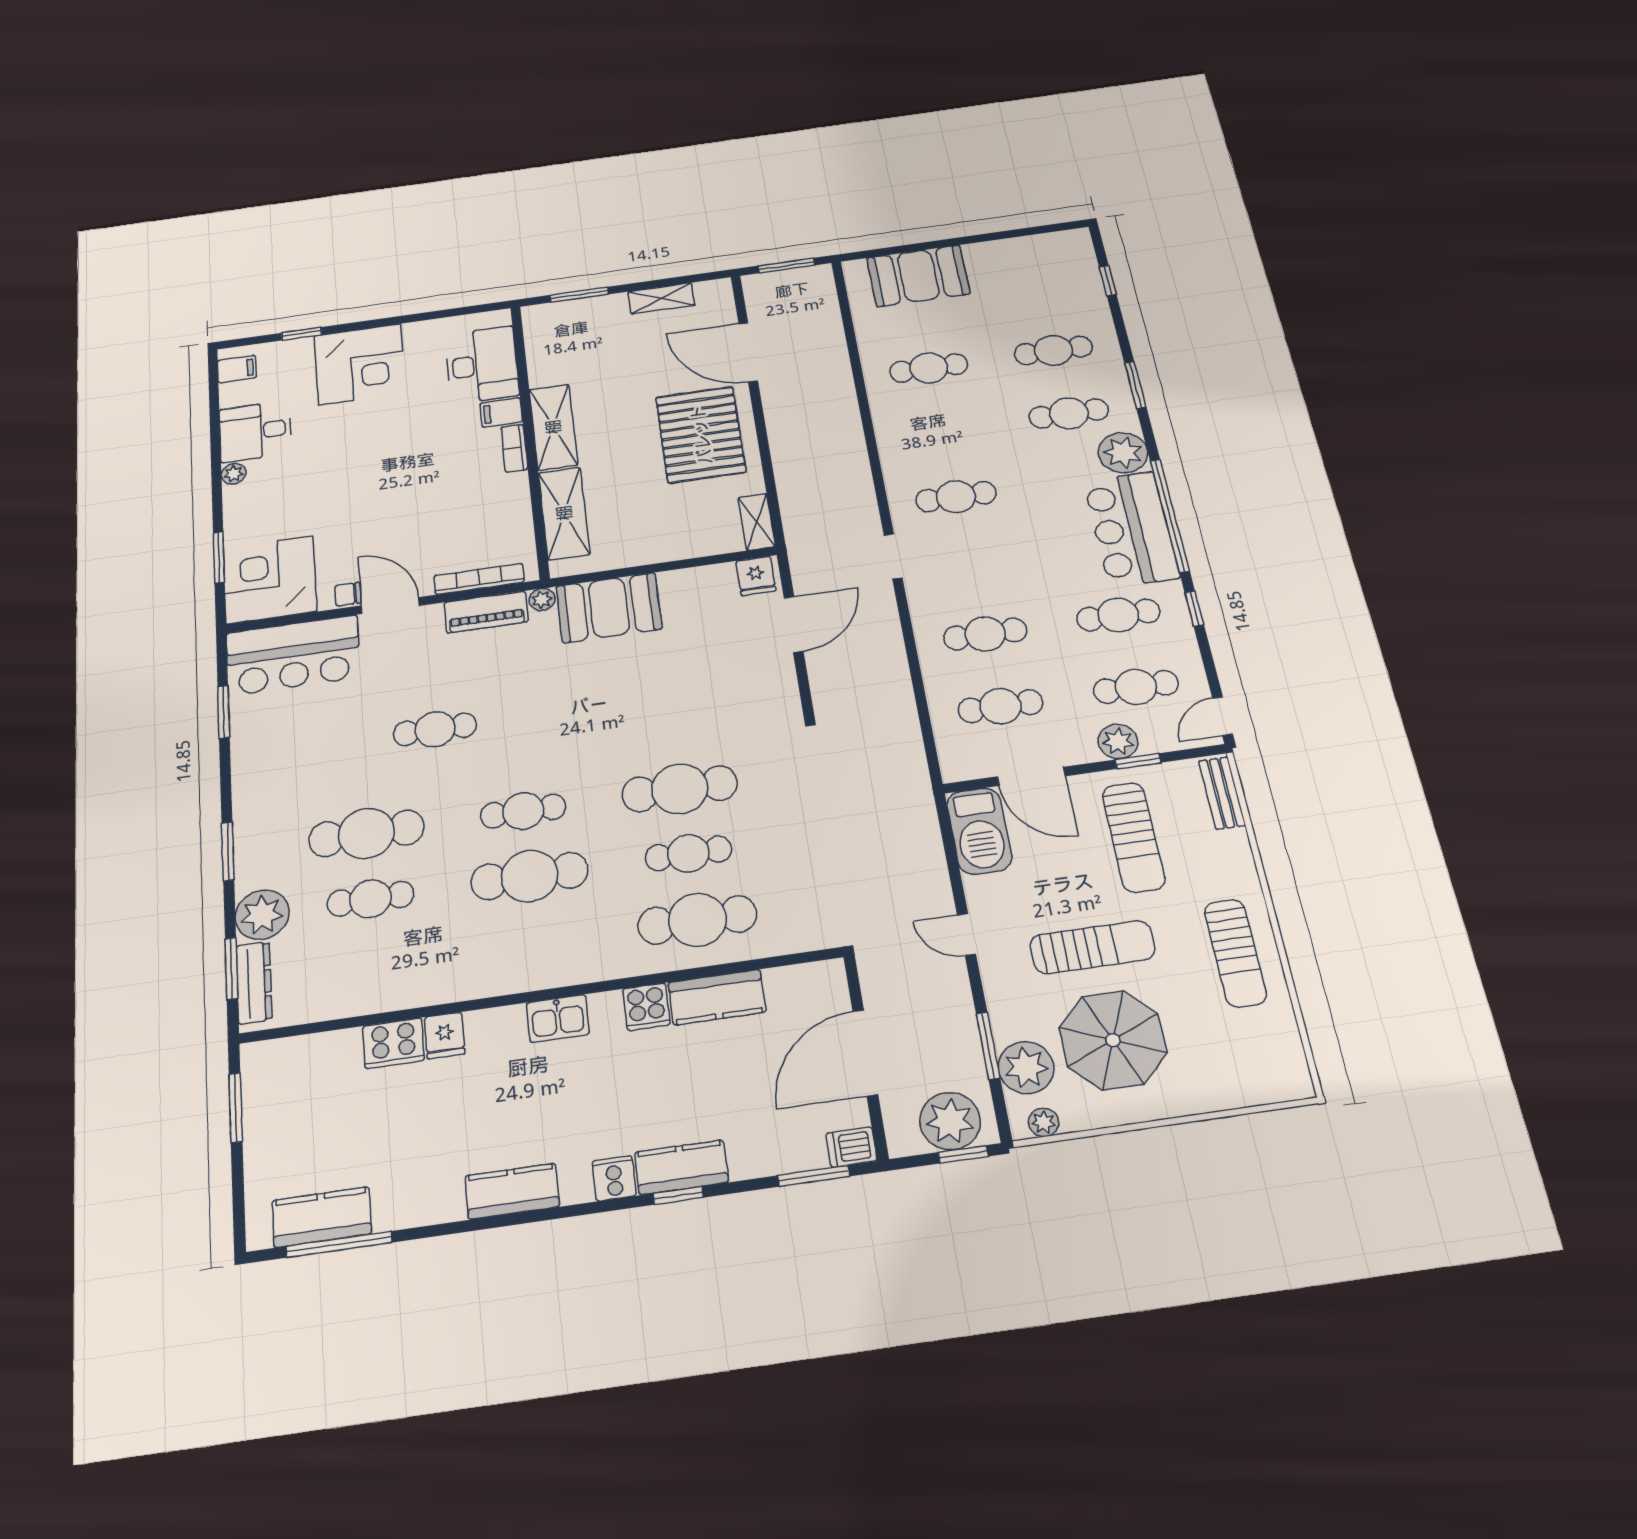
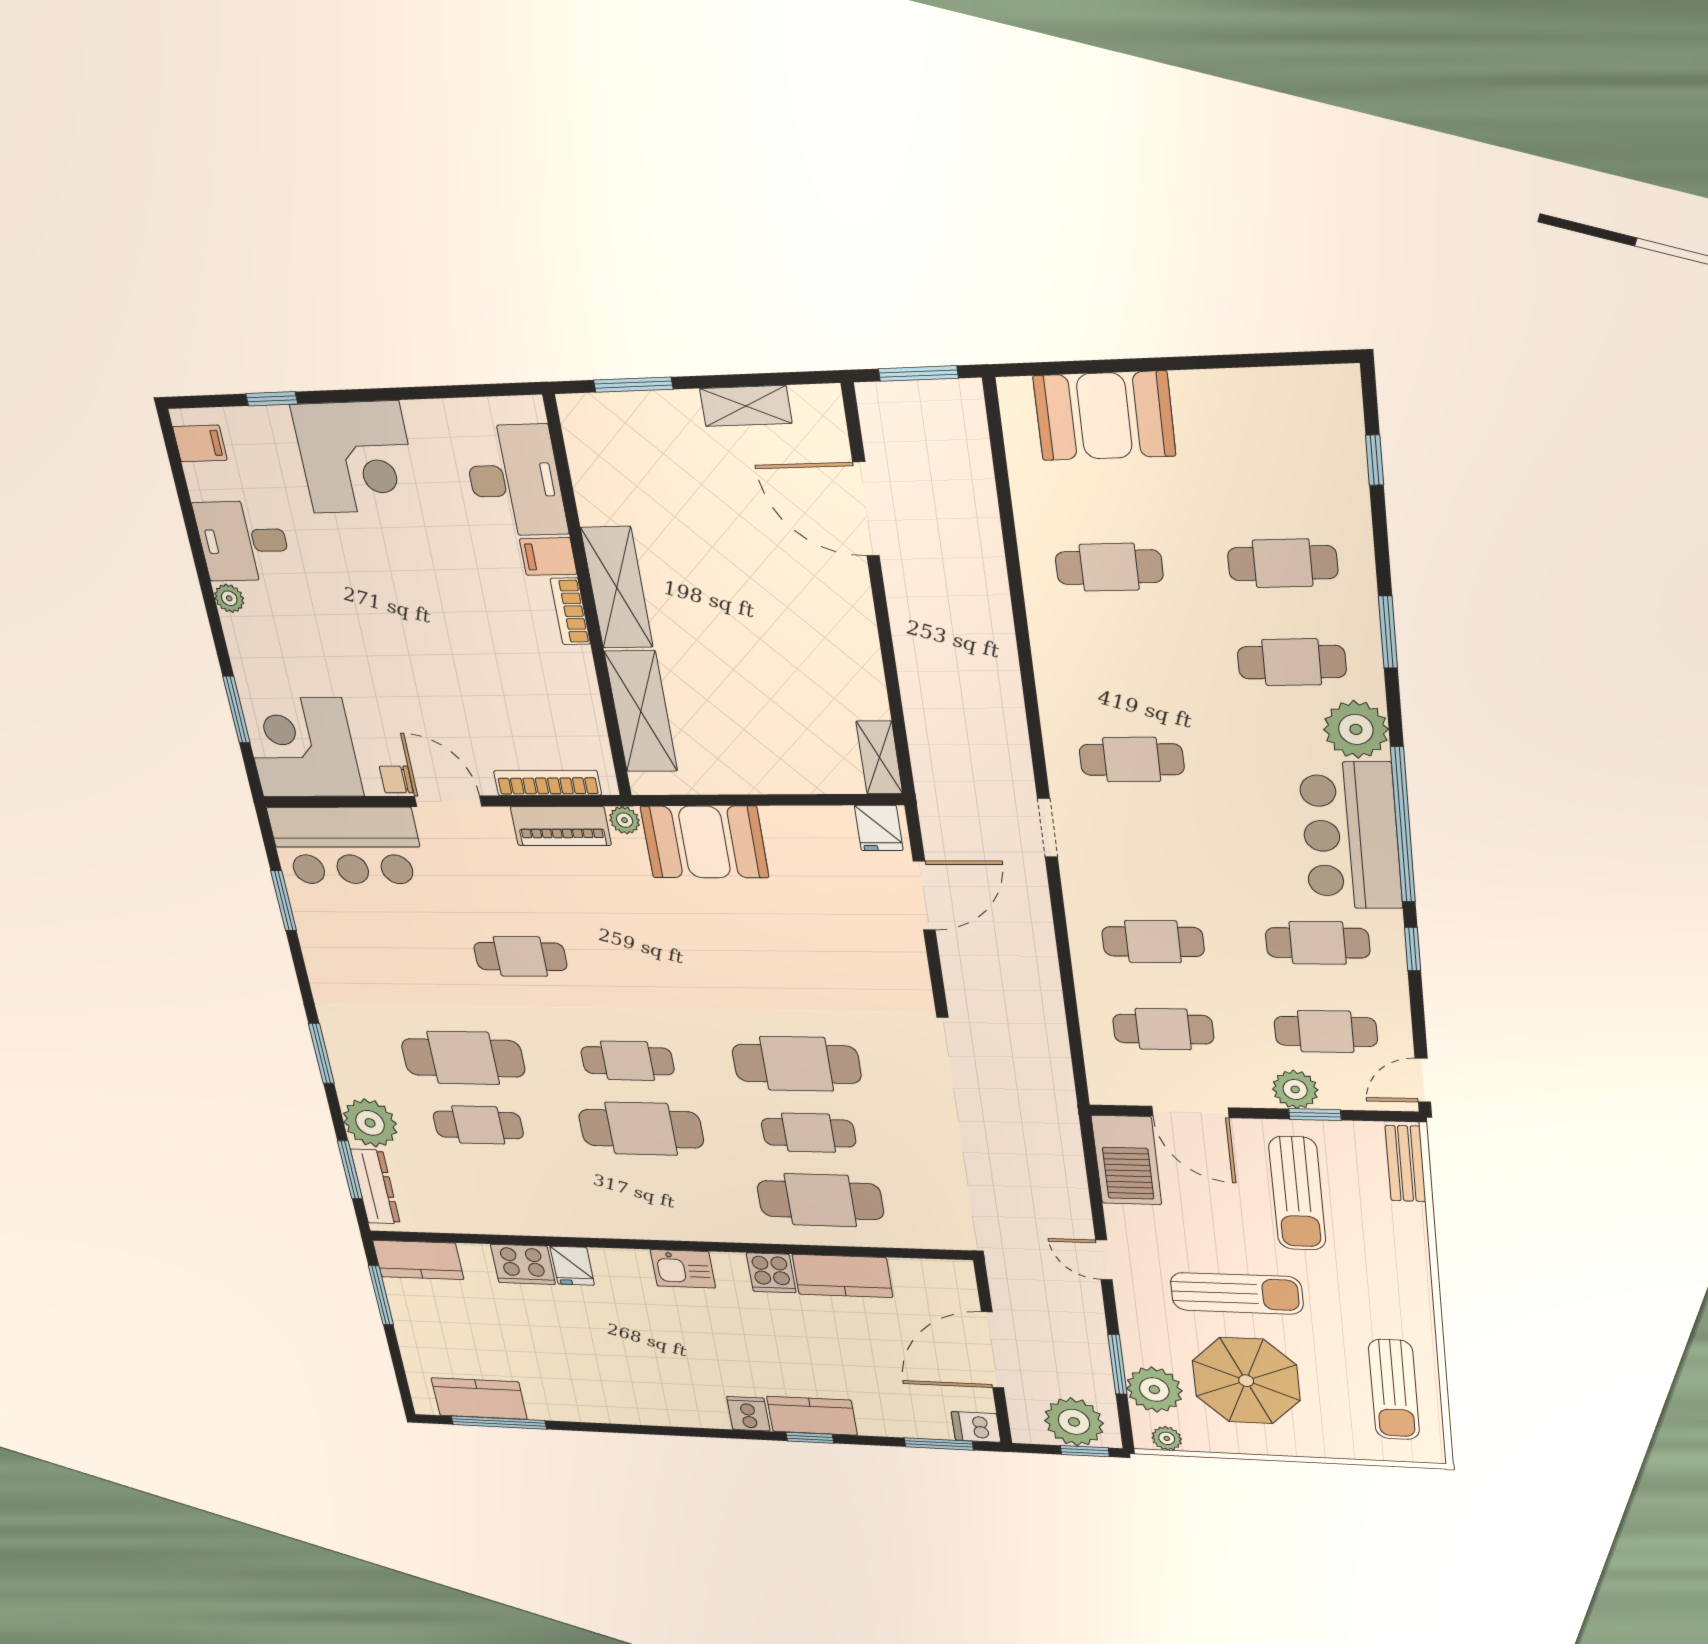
pallet: (701, 435) -> (806, 625), removed
sun lounger: (1235, 953) -> (1394, 1390), moved
kitchen counter: (512, 1191) -> (418, 1260), moved, turned 180

